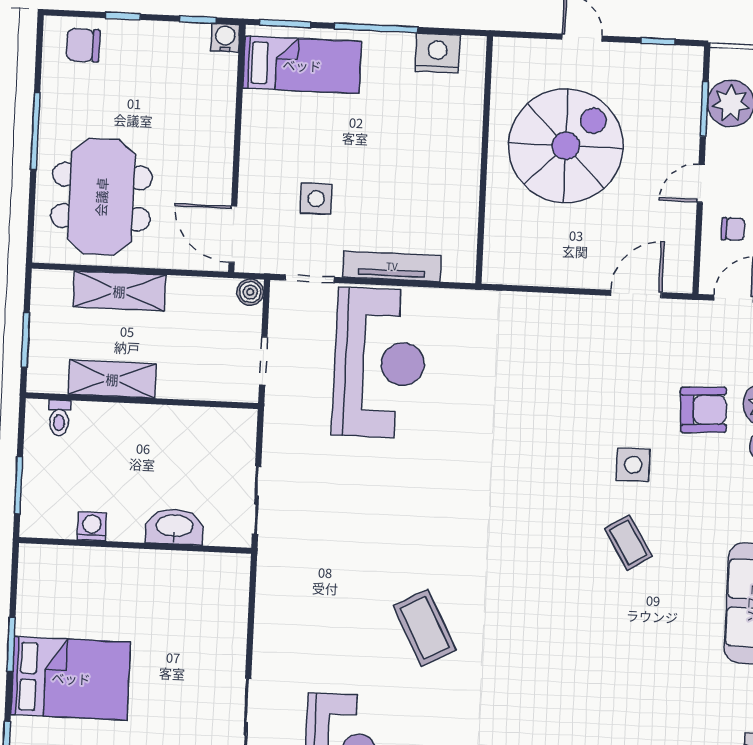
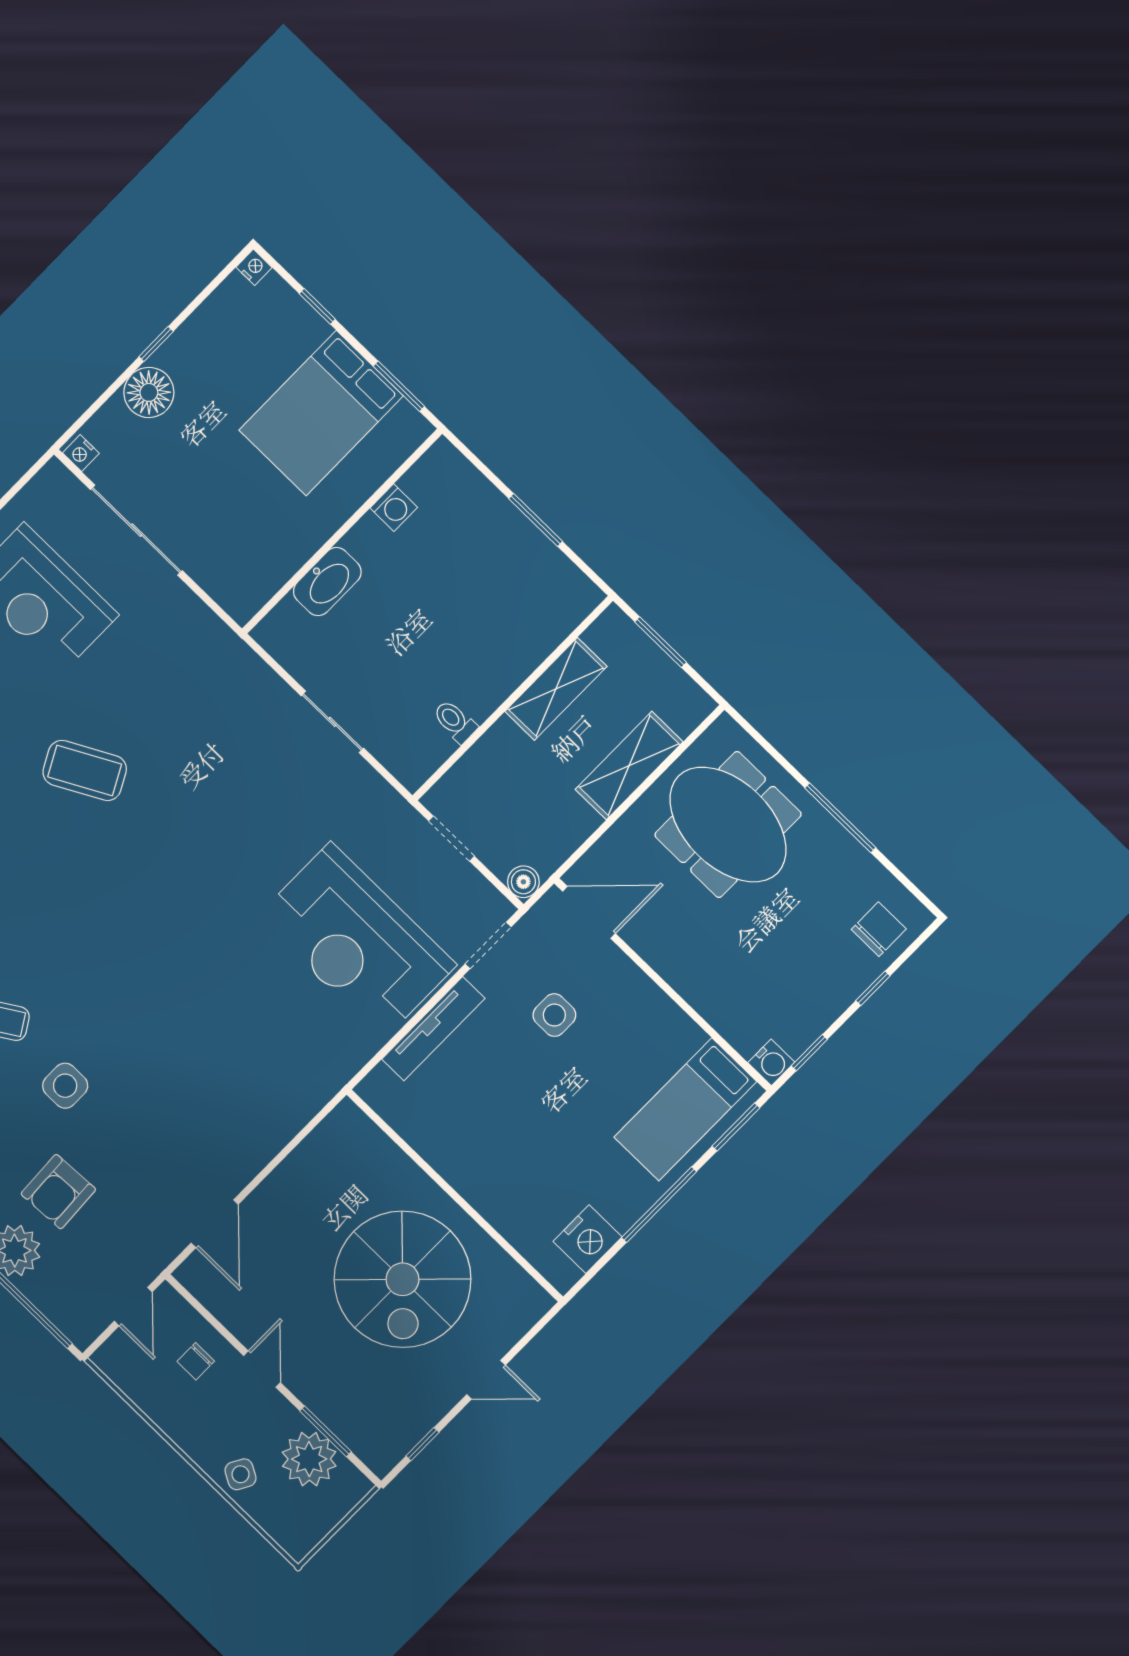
toilet: (59, 418) -> (455, 721), moved
washing machine: (92, 526) -> (394, 508), moved
washbasin: (175, 527) -> (327, 582), moved
wall: (135, 545) -> (342, 531), moved

